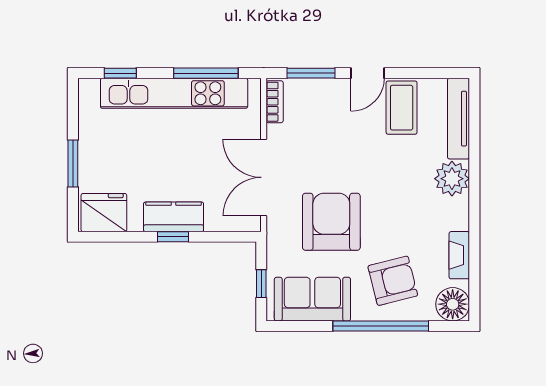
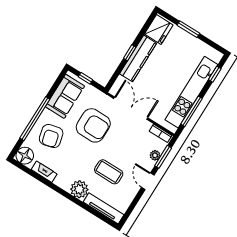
plant: (317, 88) -> (155, 155), added
coffee table: (402, 108) -> (109, 172), moved
kitchen counter: (174, 217) -> (138, 58), width x1.50

